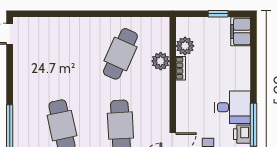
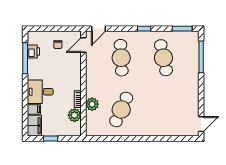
filing cabinet: (241, 54) -> (34, 109), added
desk: (233, 107) -> (40, 92), moved

